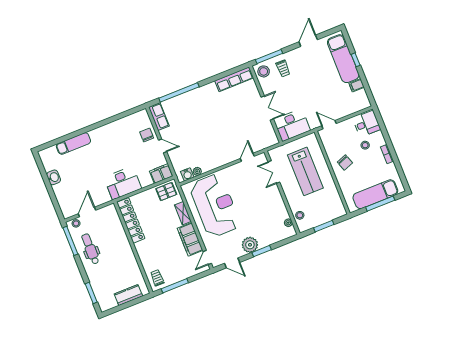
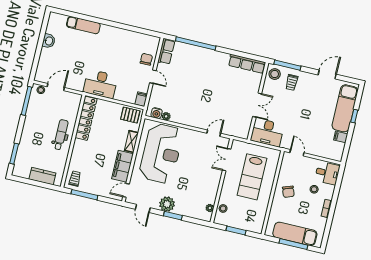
filing cabinet: (161, 174) -> (141, 99), width x0.50
dental chair: (90, 249) -> (61, 135), moved

